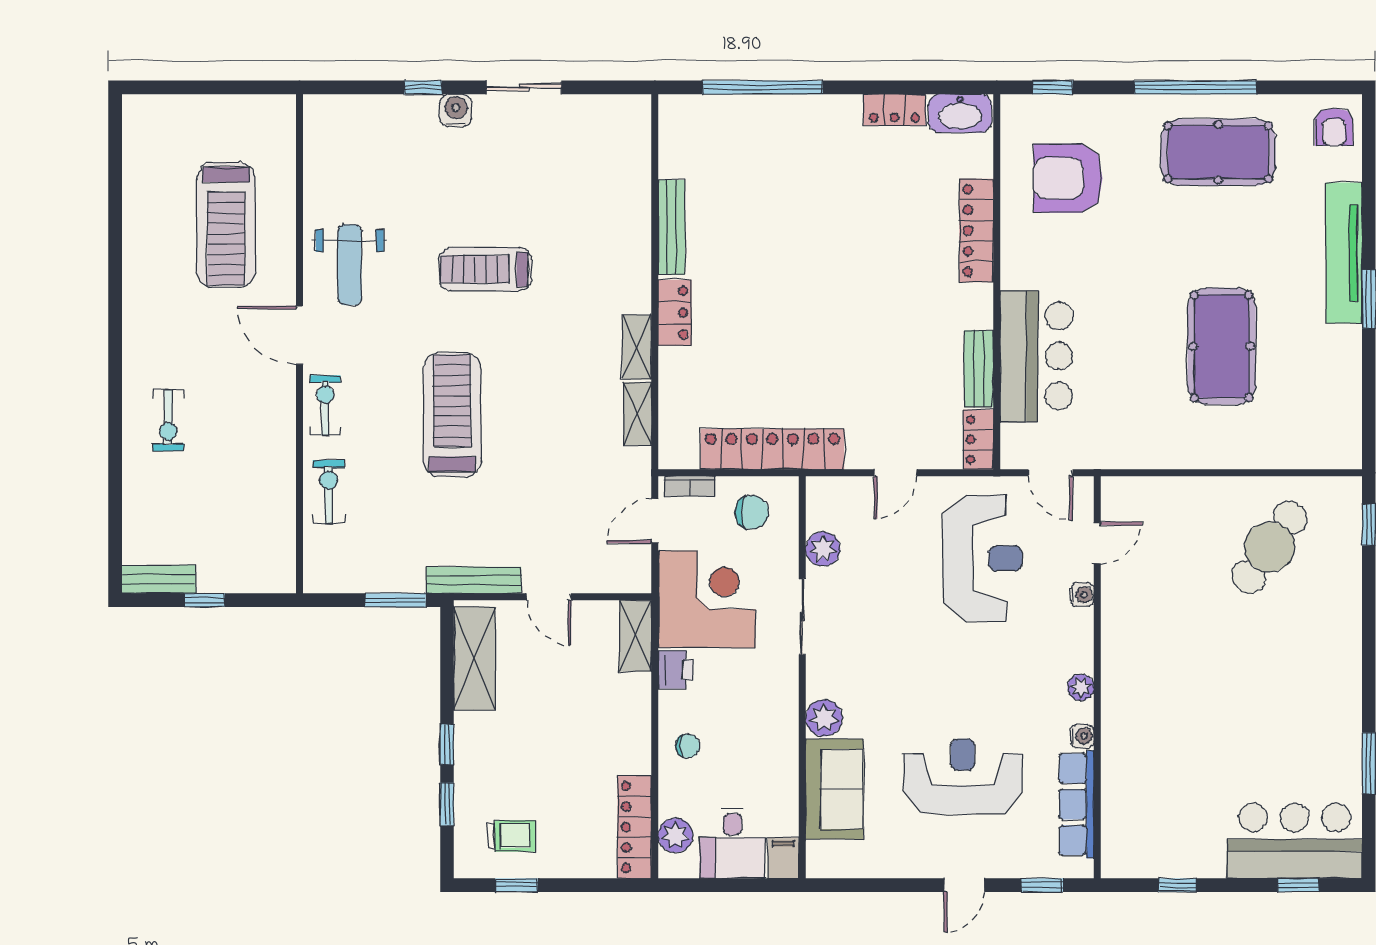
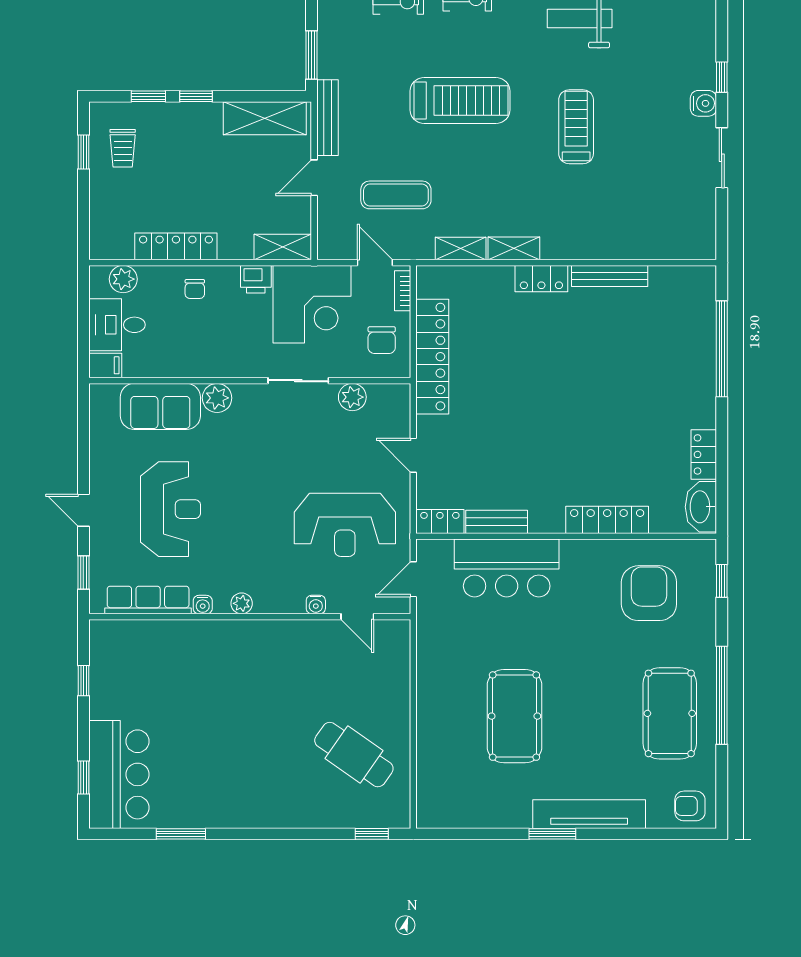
pool table: (1222, 346) -> (514, 716), turned 90
exercise mat: (570, 495) -> (396, 195), added
locker: (635, 827) -> (176, 246), moved

